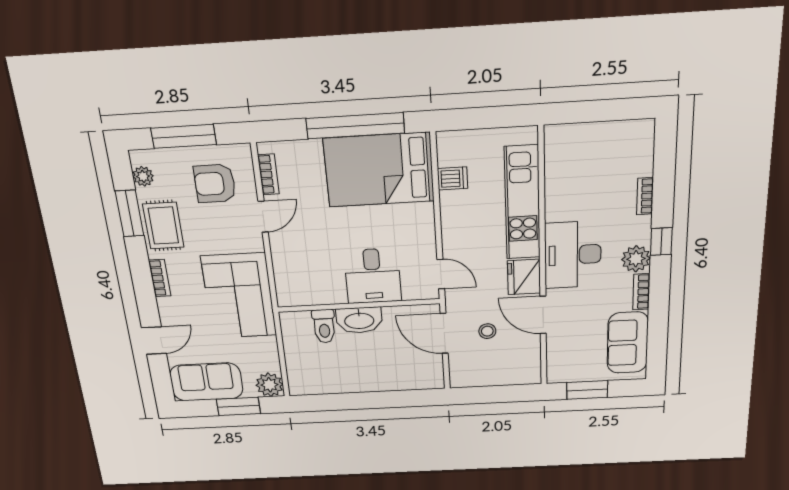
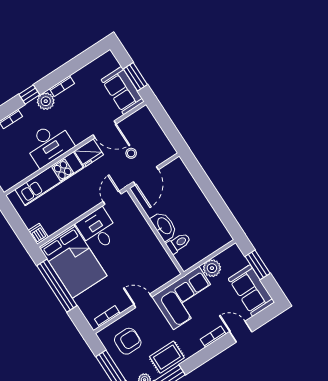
dishwasher: (453, 178) -> (38, 234), moved
armchair: (215, 184) -> (128, 341), turned -90
door: (263, 217) -> (143, 301), moved
desk: (573, 255) -> (49, 144), moved
desk: (373, 276) -> (98, 230), moved, turned -90
bookcase: (160, 278) -> (213, 337), moved
door: (543, 315) -> (105, 129), hinge flipped
sofa: (628, 343) -> (123, 91), moved, turned 90
plant: (269, 385) -> (212, 268), moved

